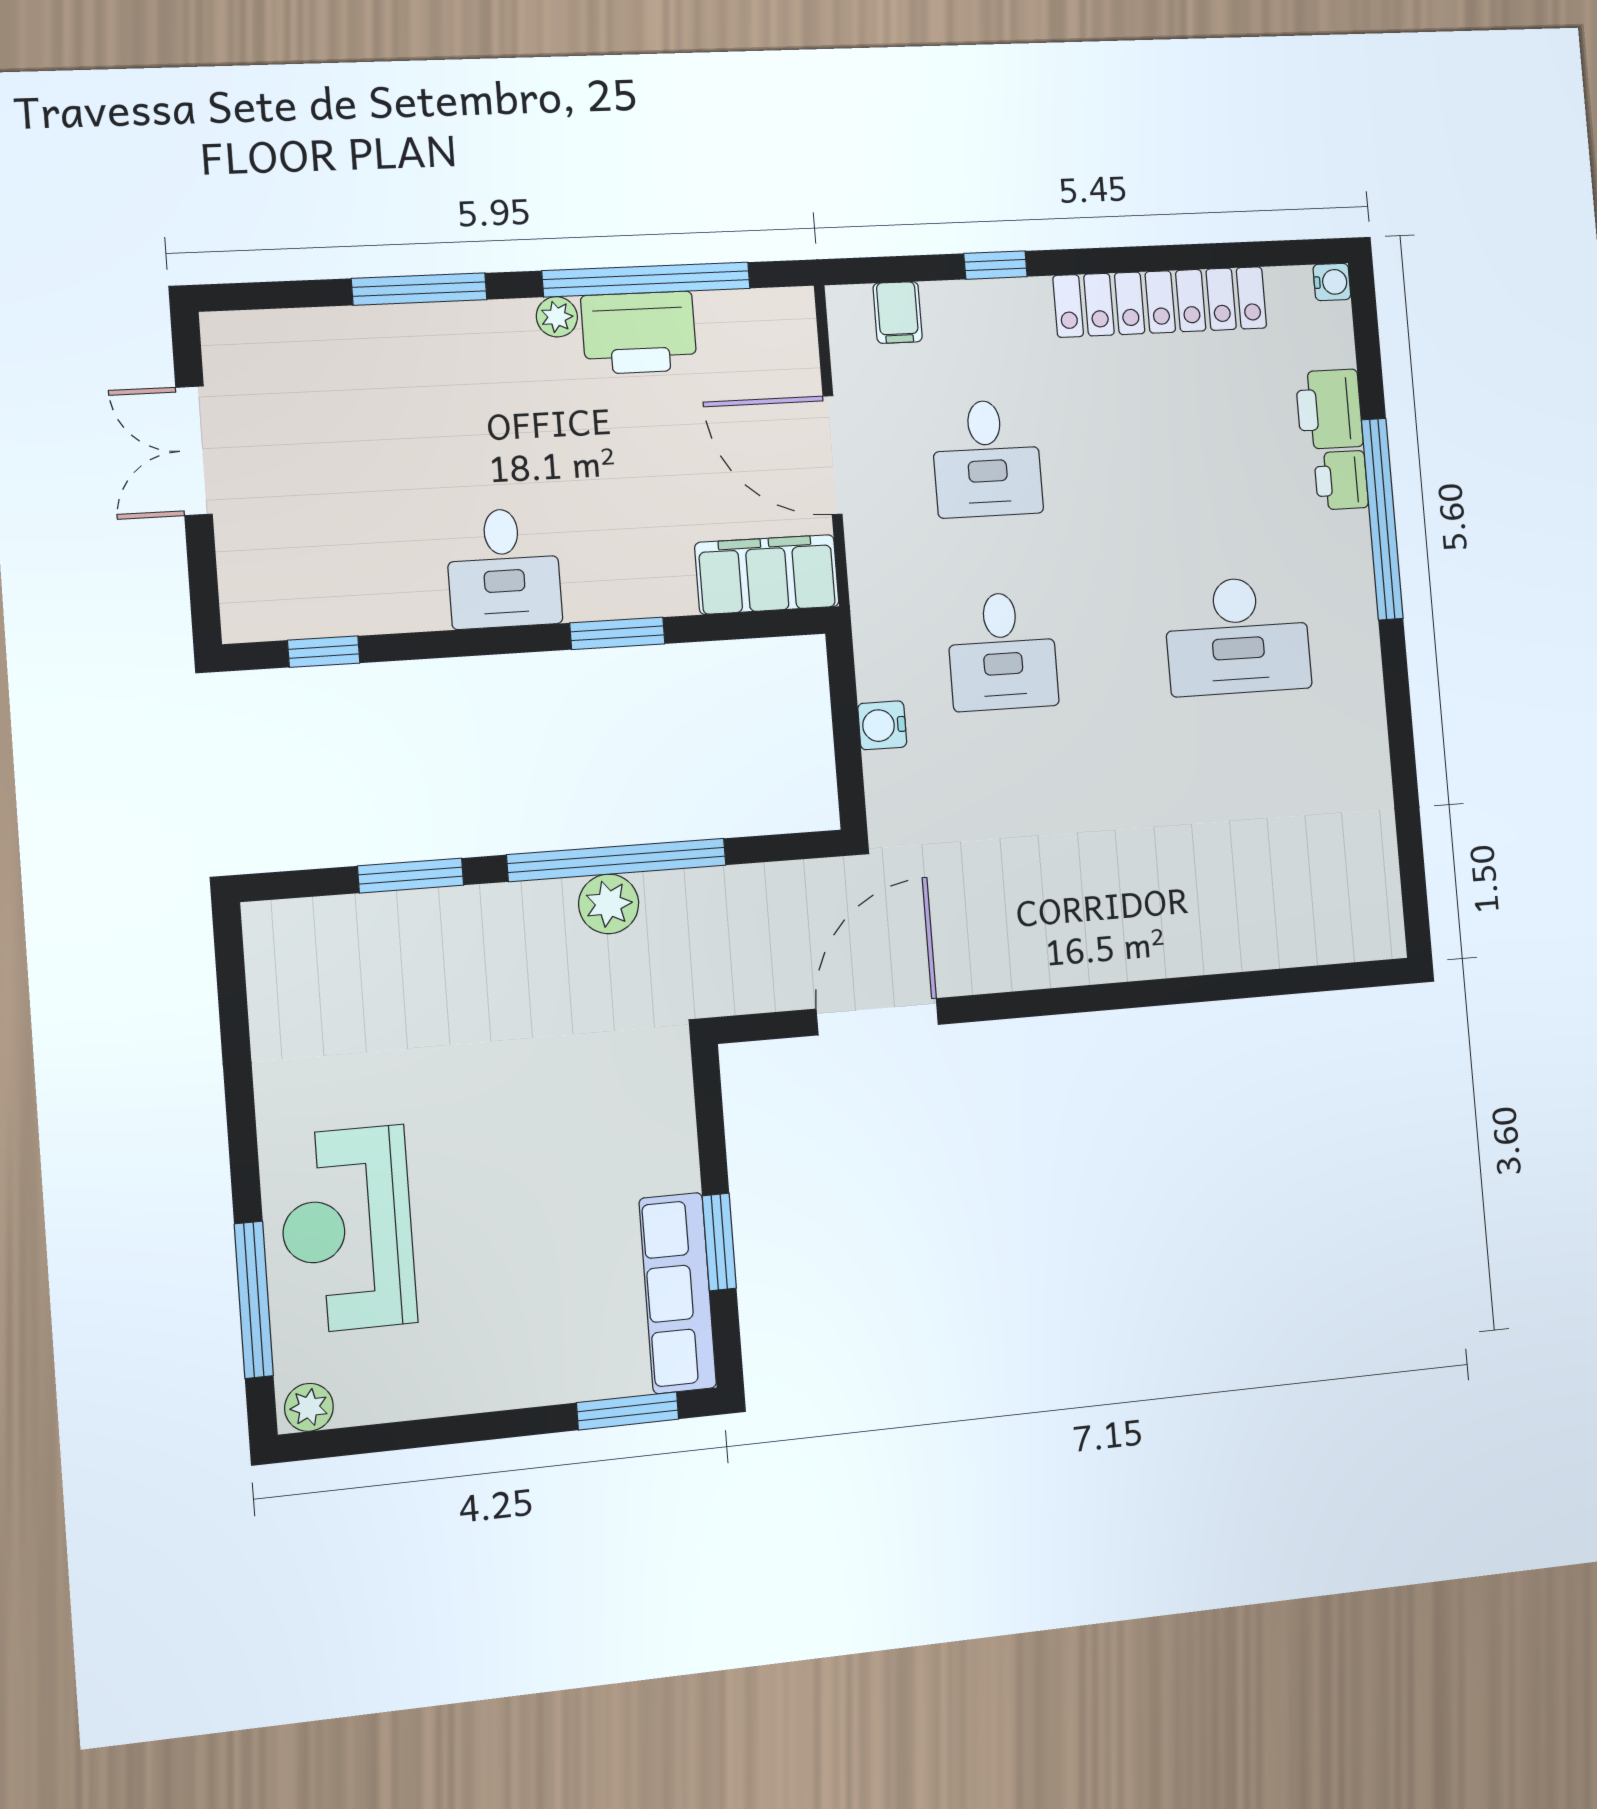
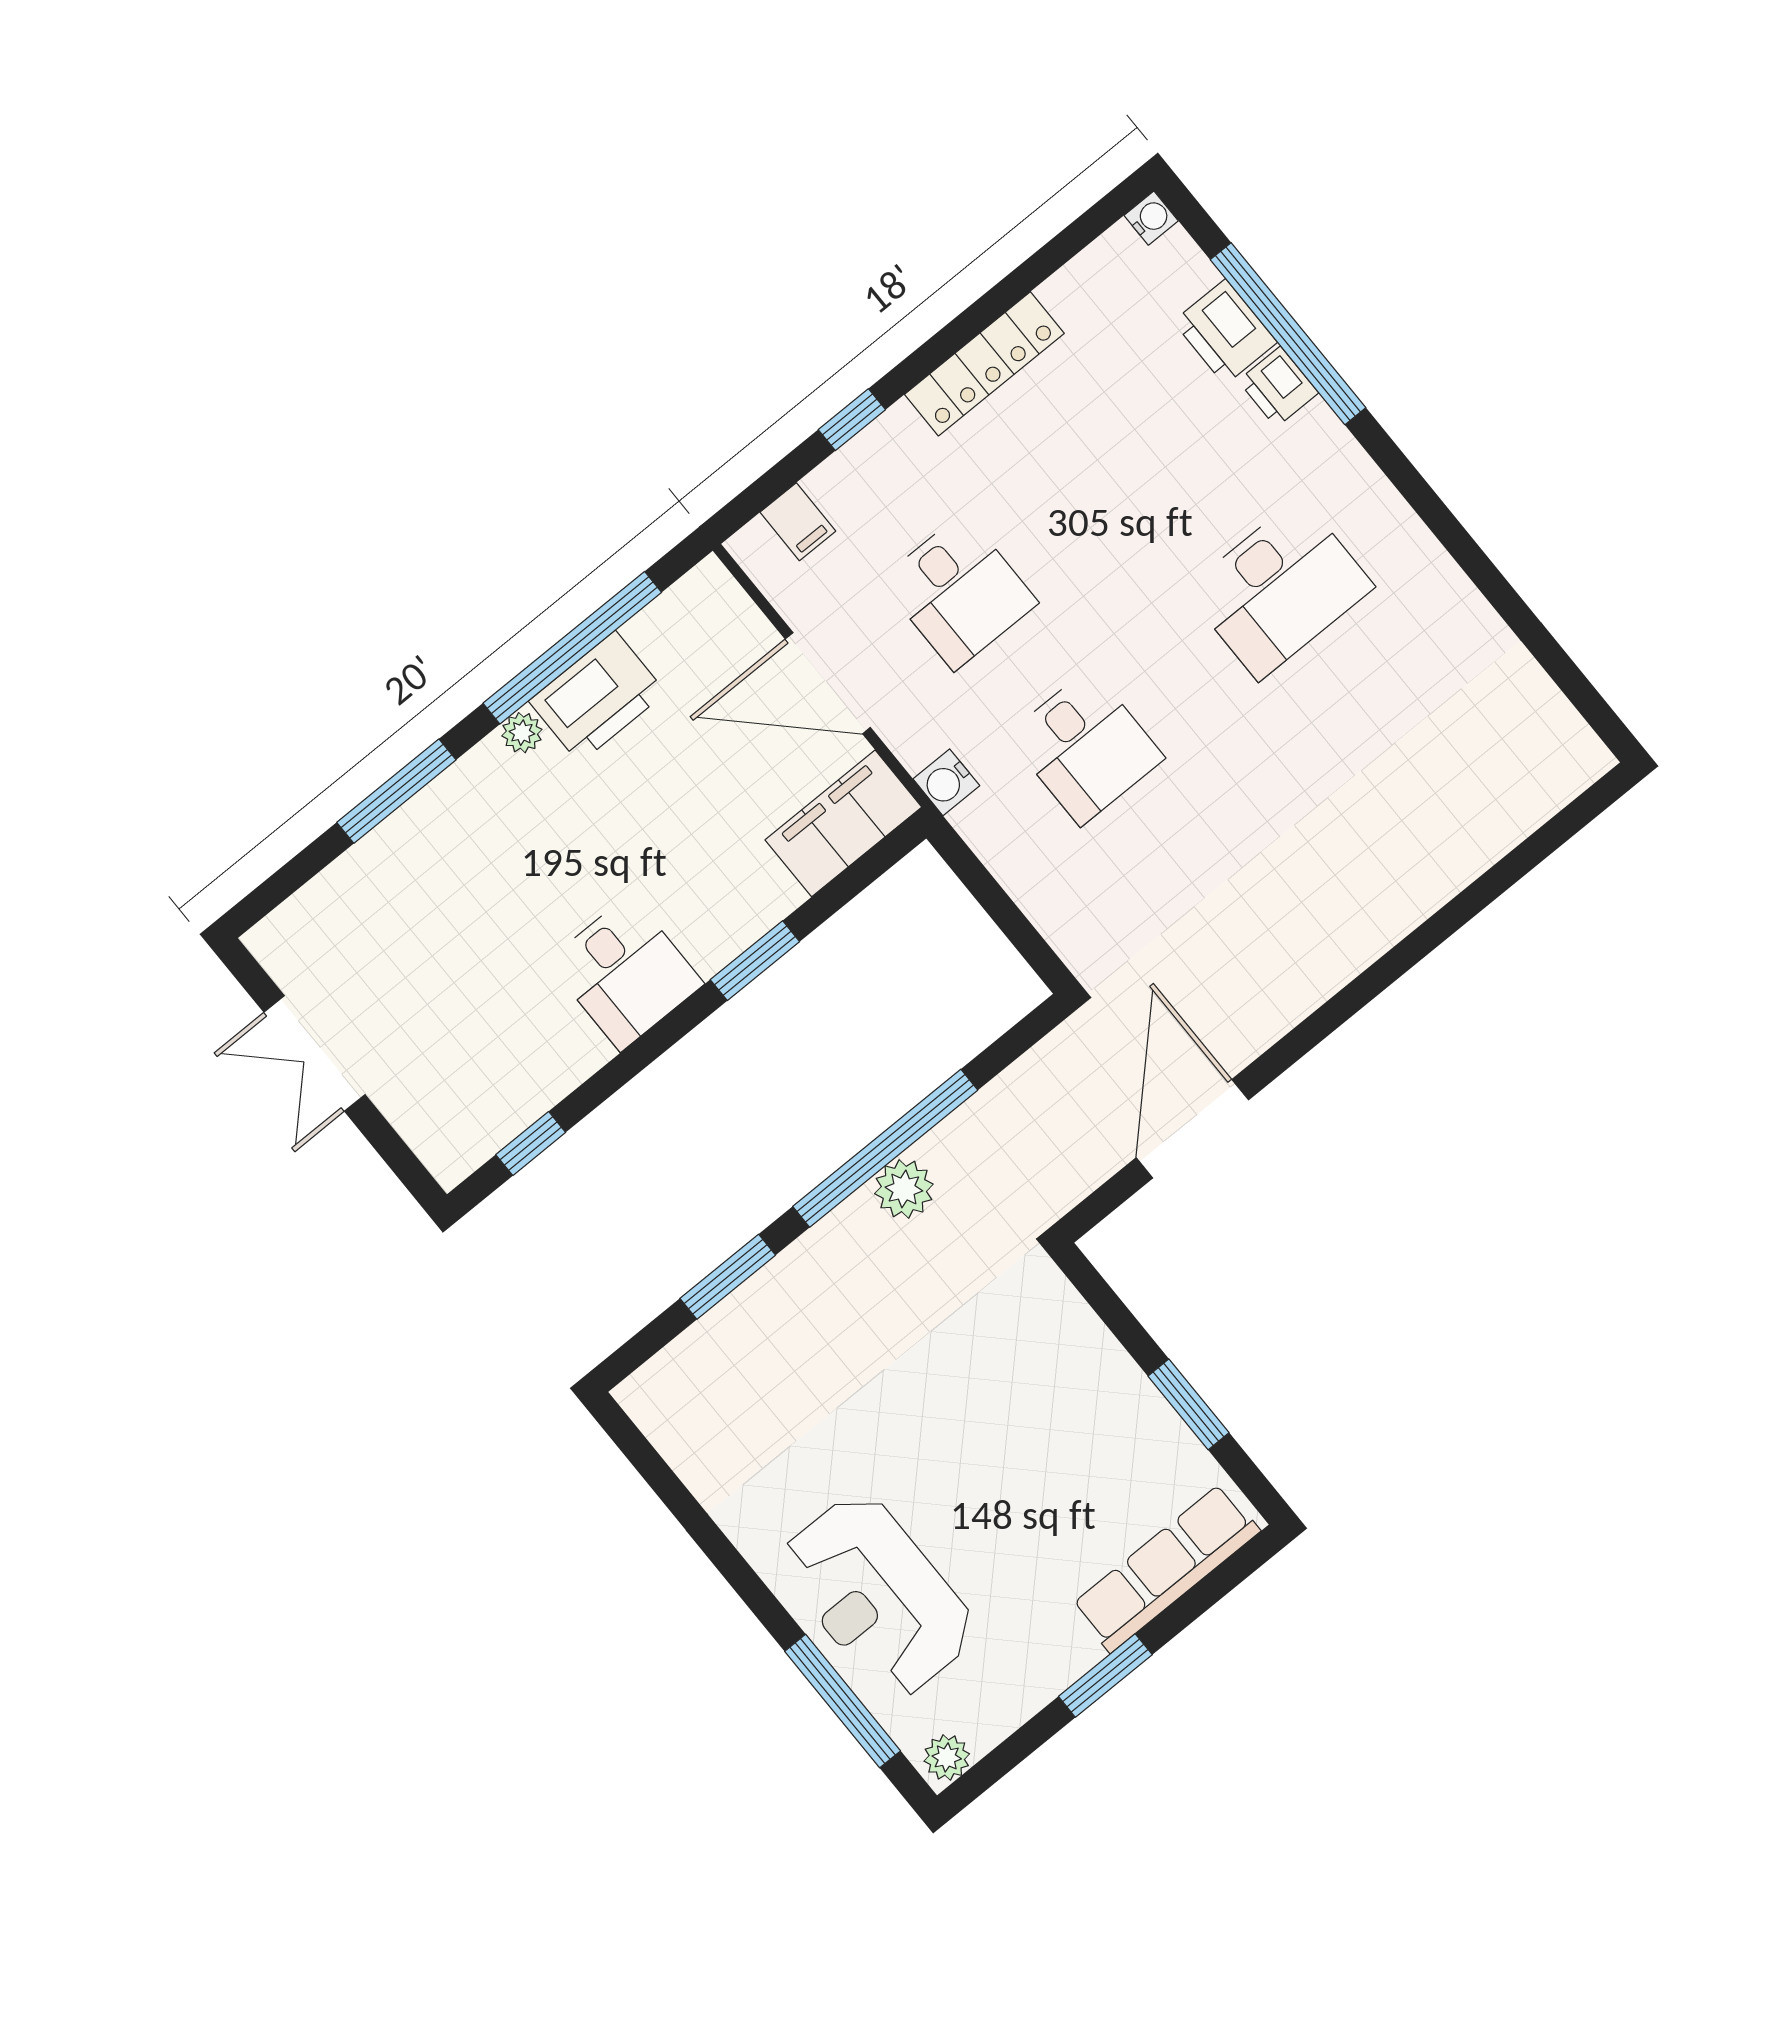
locker: (1160, 302) -> (984, 364), width x0.71, depth x0.83
window: (1382, 519) -> (1288, 334), moved
water cooler: (882, 725) -> (946, 782), moved
row of seats: (678, 1293) -> (1166, 1568), moved, turned 90
window: (628, 1411) -> (1105, 1676), moved

